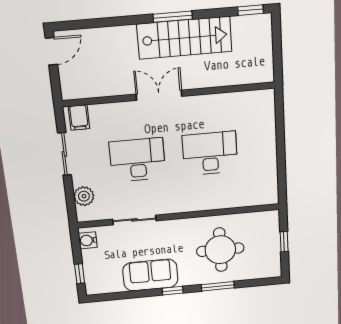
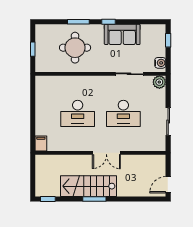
filing cabinet: (79, 117) -> (41, 144), moved
plant: (84, 196) -> (159, 82), moved

